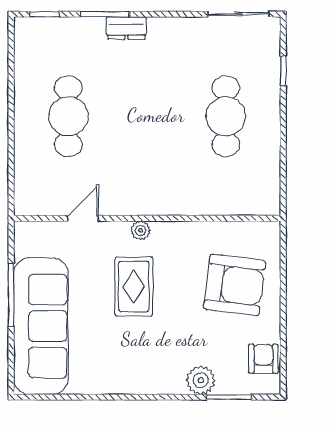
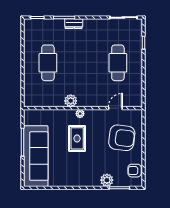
plant: (120, 202) -> (71, 101), added
door: (83, 218) -> (115, 108), moved
armchair: (263, 359) -> (135, 171), turned -90

